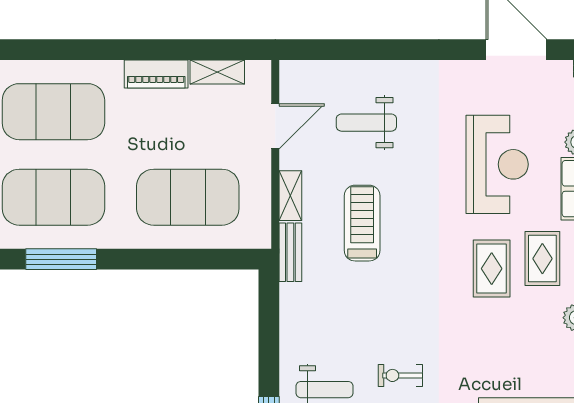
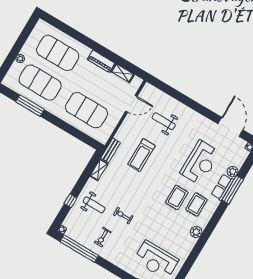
shelving: (290, 196) -> (99, 170), moved
treadmill: (362, 223) -> (141, 155), turned 180

